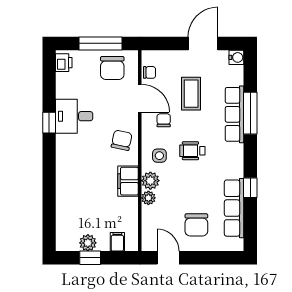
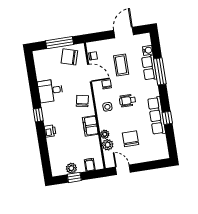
water cooler: (236, 57) -> (148, 50), moved
printer: (64, 63) -> (50, 131), moved
chair: (112, 68) -> (69, 57), turned 107
row of seats: (235, 114) -> (149, 68), width x0.68
window: (49, 123) -> (38, 115), moved
plant: (150, 181) -> (108, 145), moved
row of seats: (234, 208) -> (157, 116), moved
chair: (196, 225) -> (131, 139), moved, turned 180

